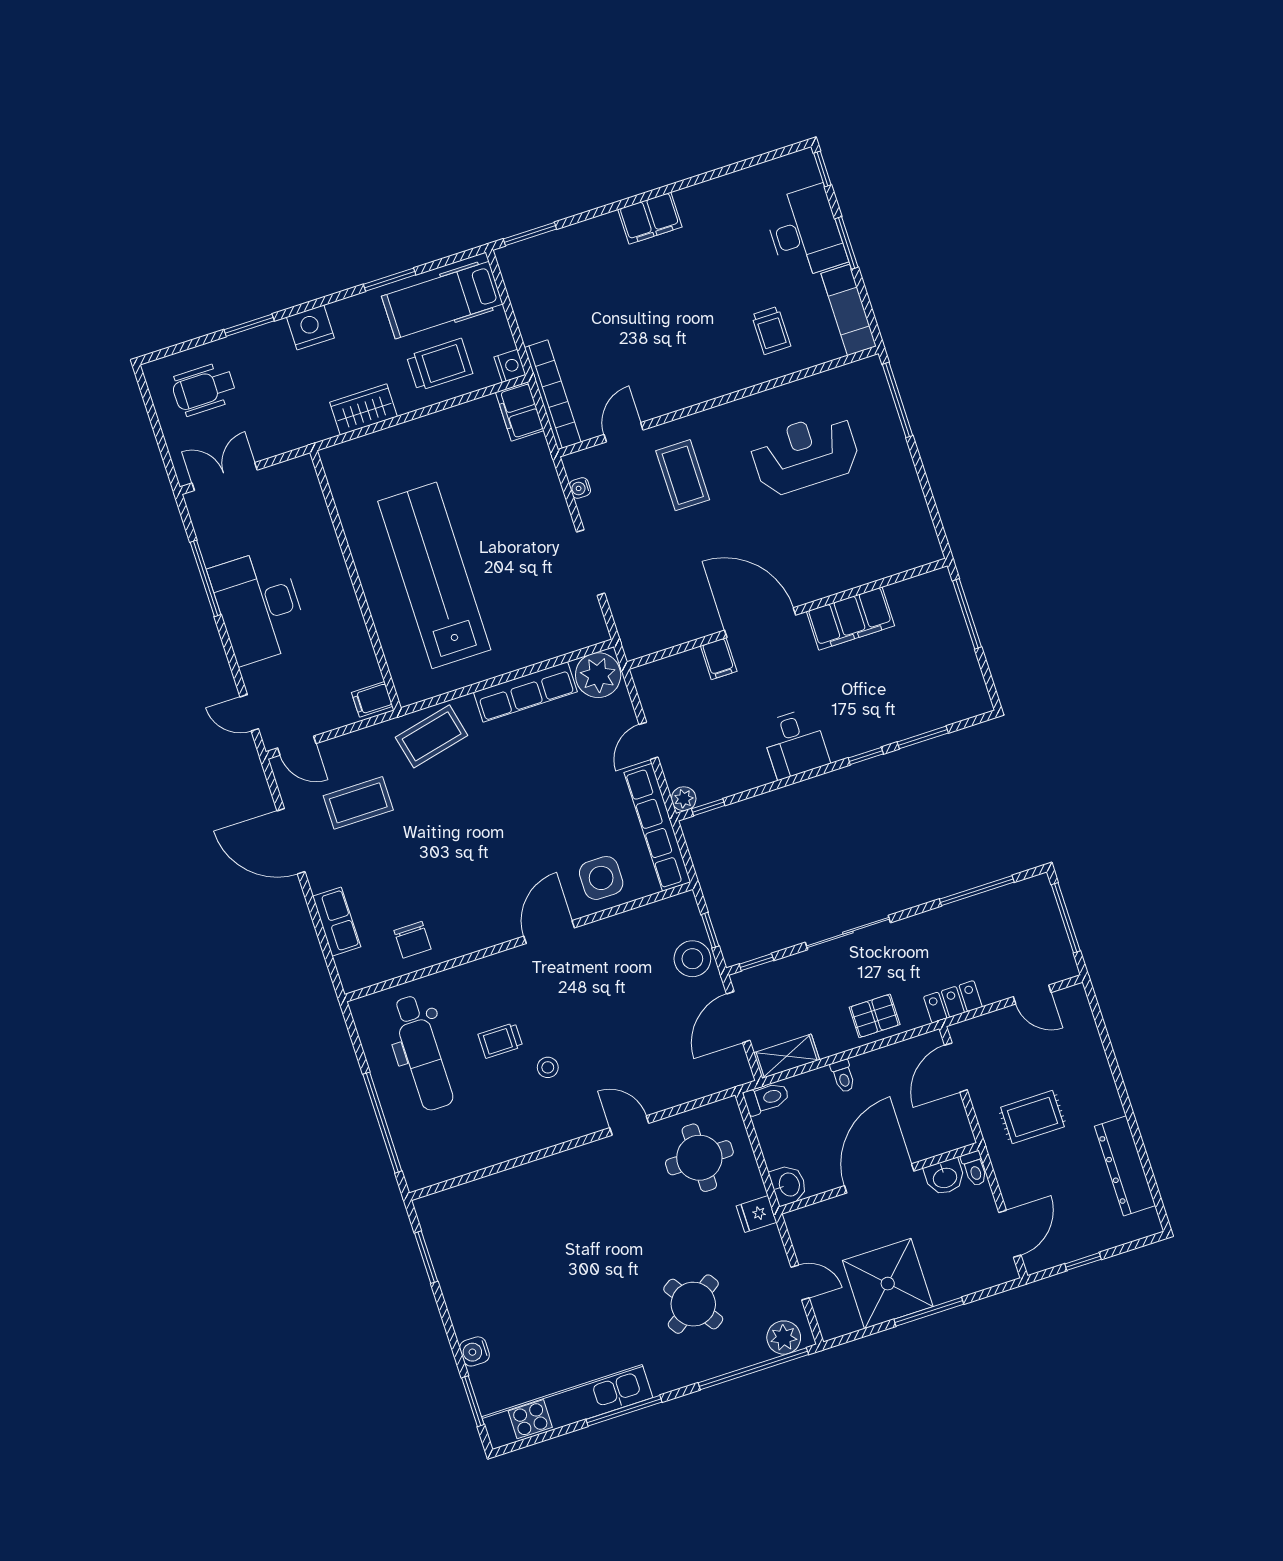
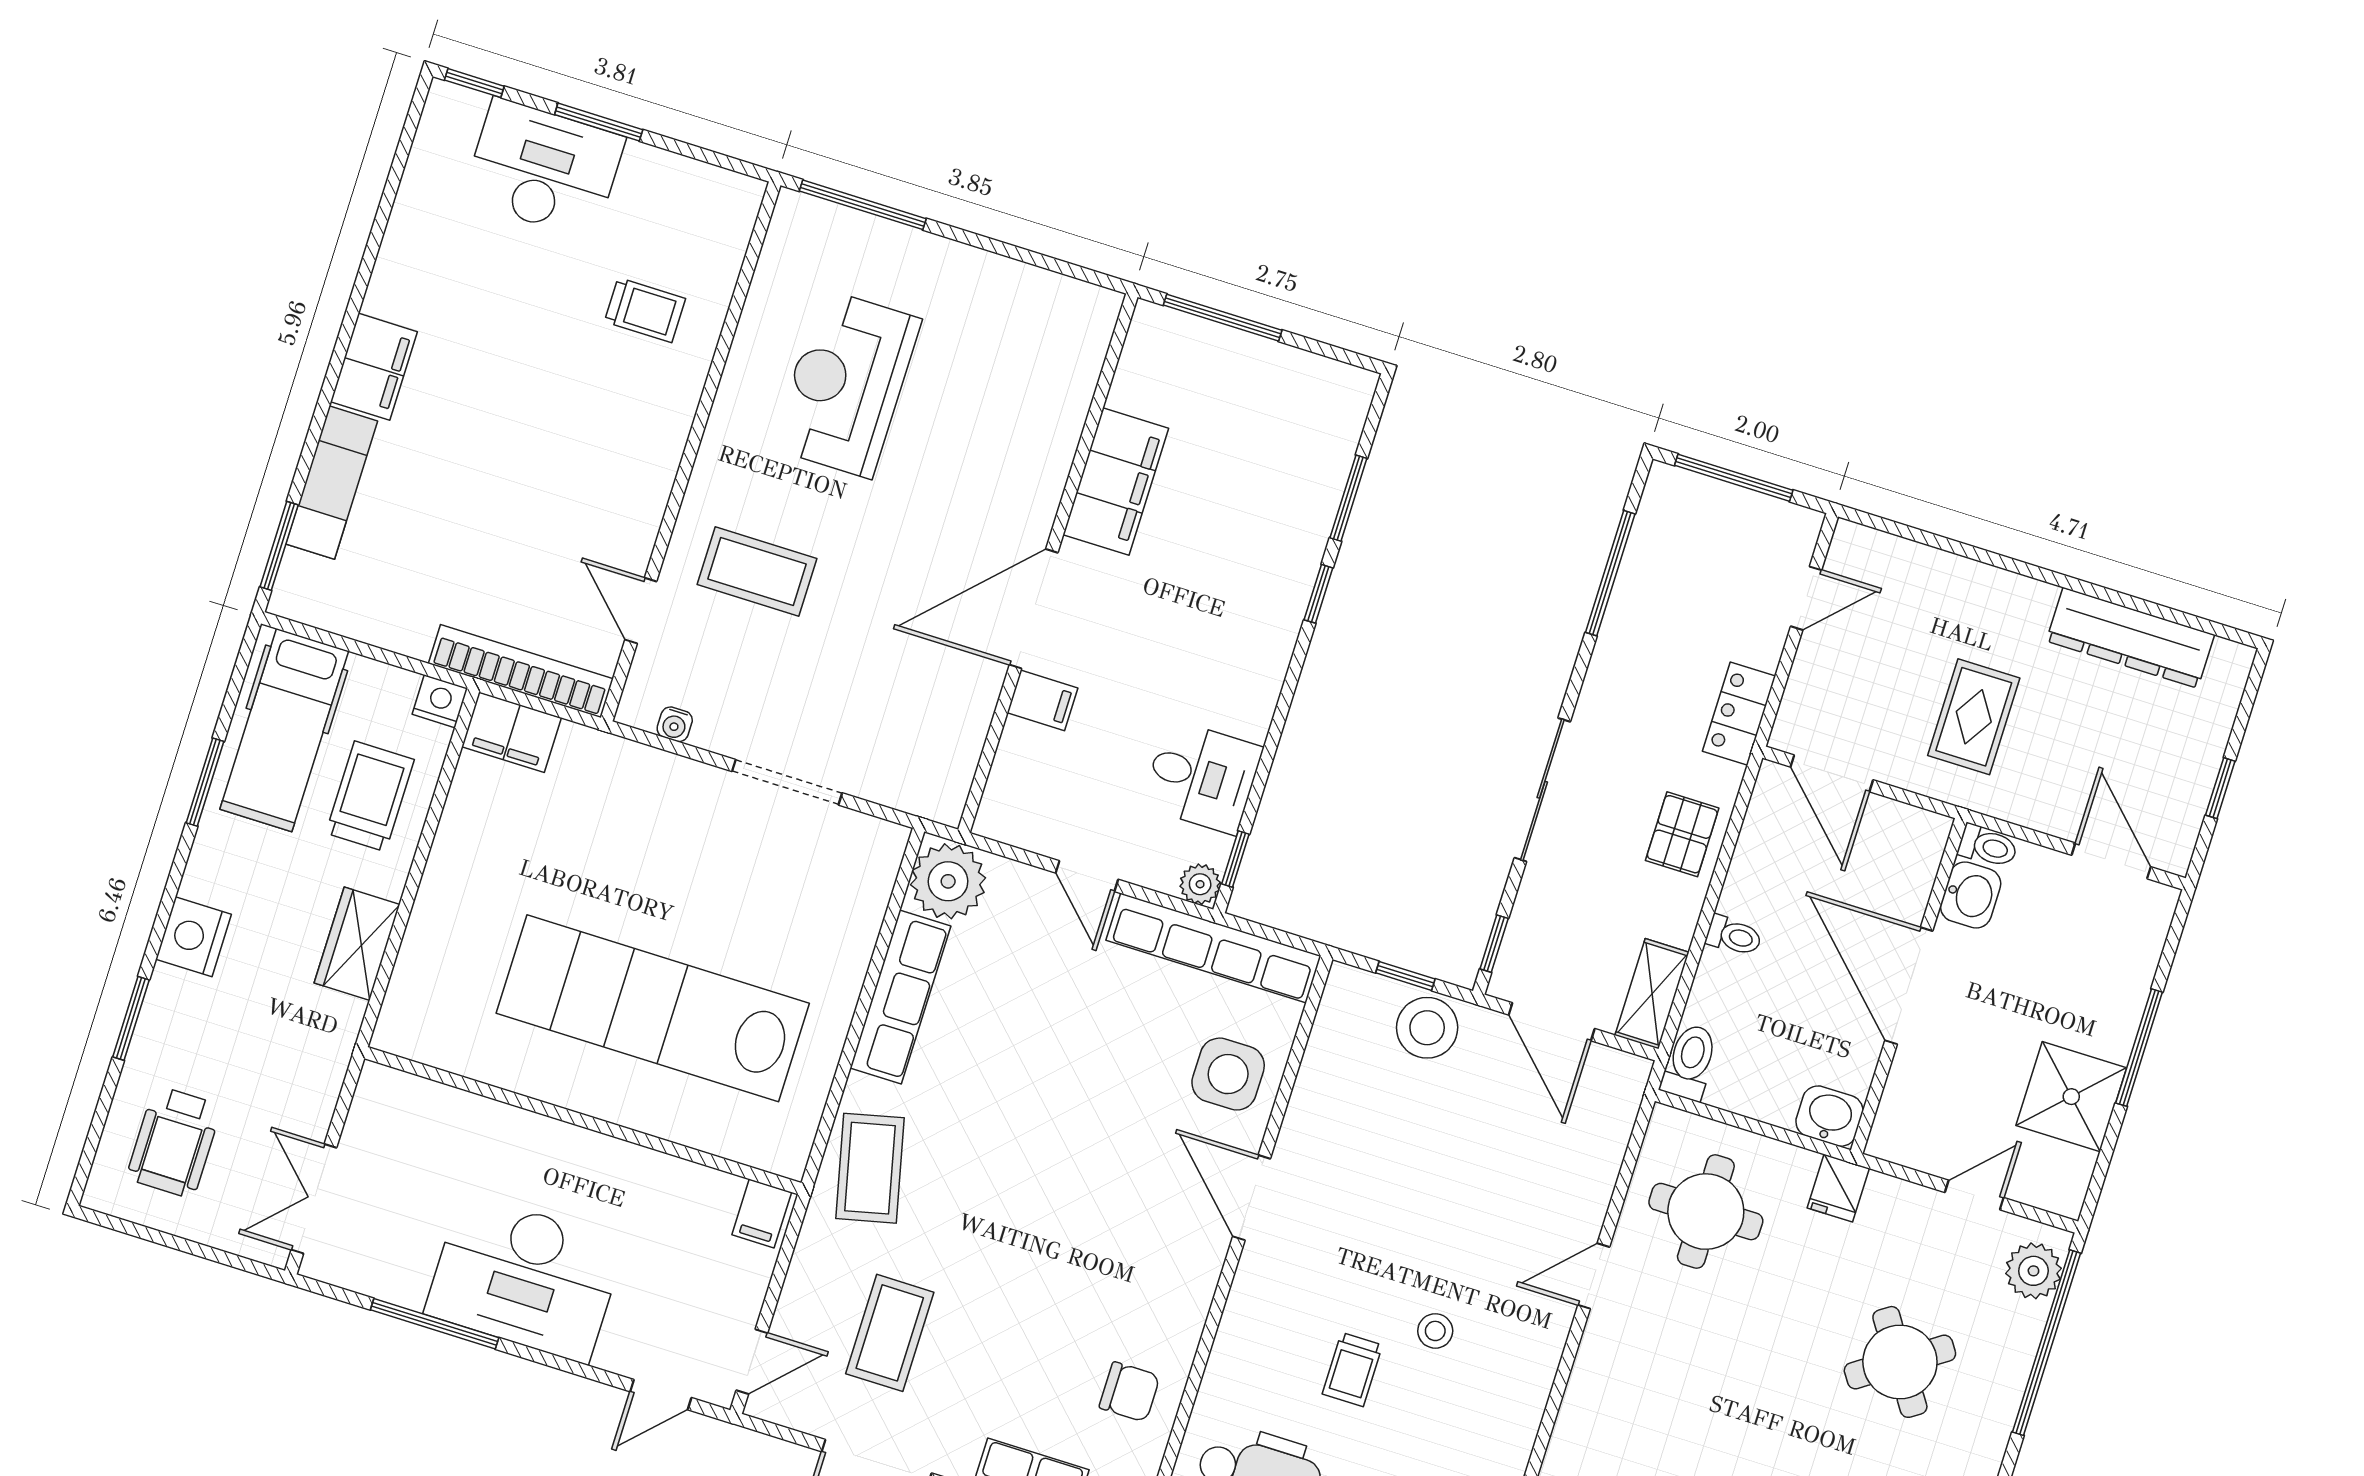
exam couch: (849, 310) -> (332, 482), moved, turned -90
desk: (795, 744) -> (1202, 777), moved
shower: (888, 1284) -> (2071, 1097), width x0.73, depth x0.73

